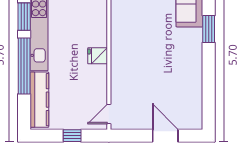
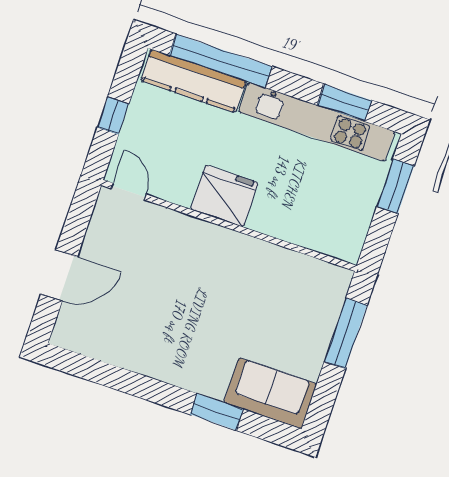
fridge: (98, 56) -> (224, 196), width x1.88, depth x1.34
window: (24, 66) -> (220, 61), moved

